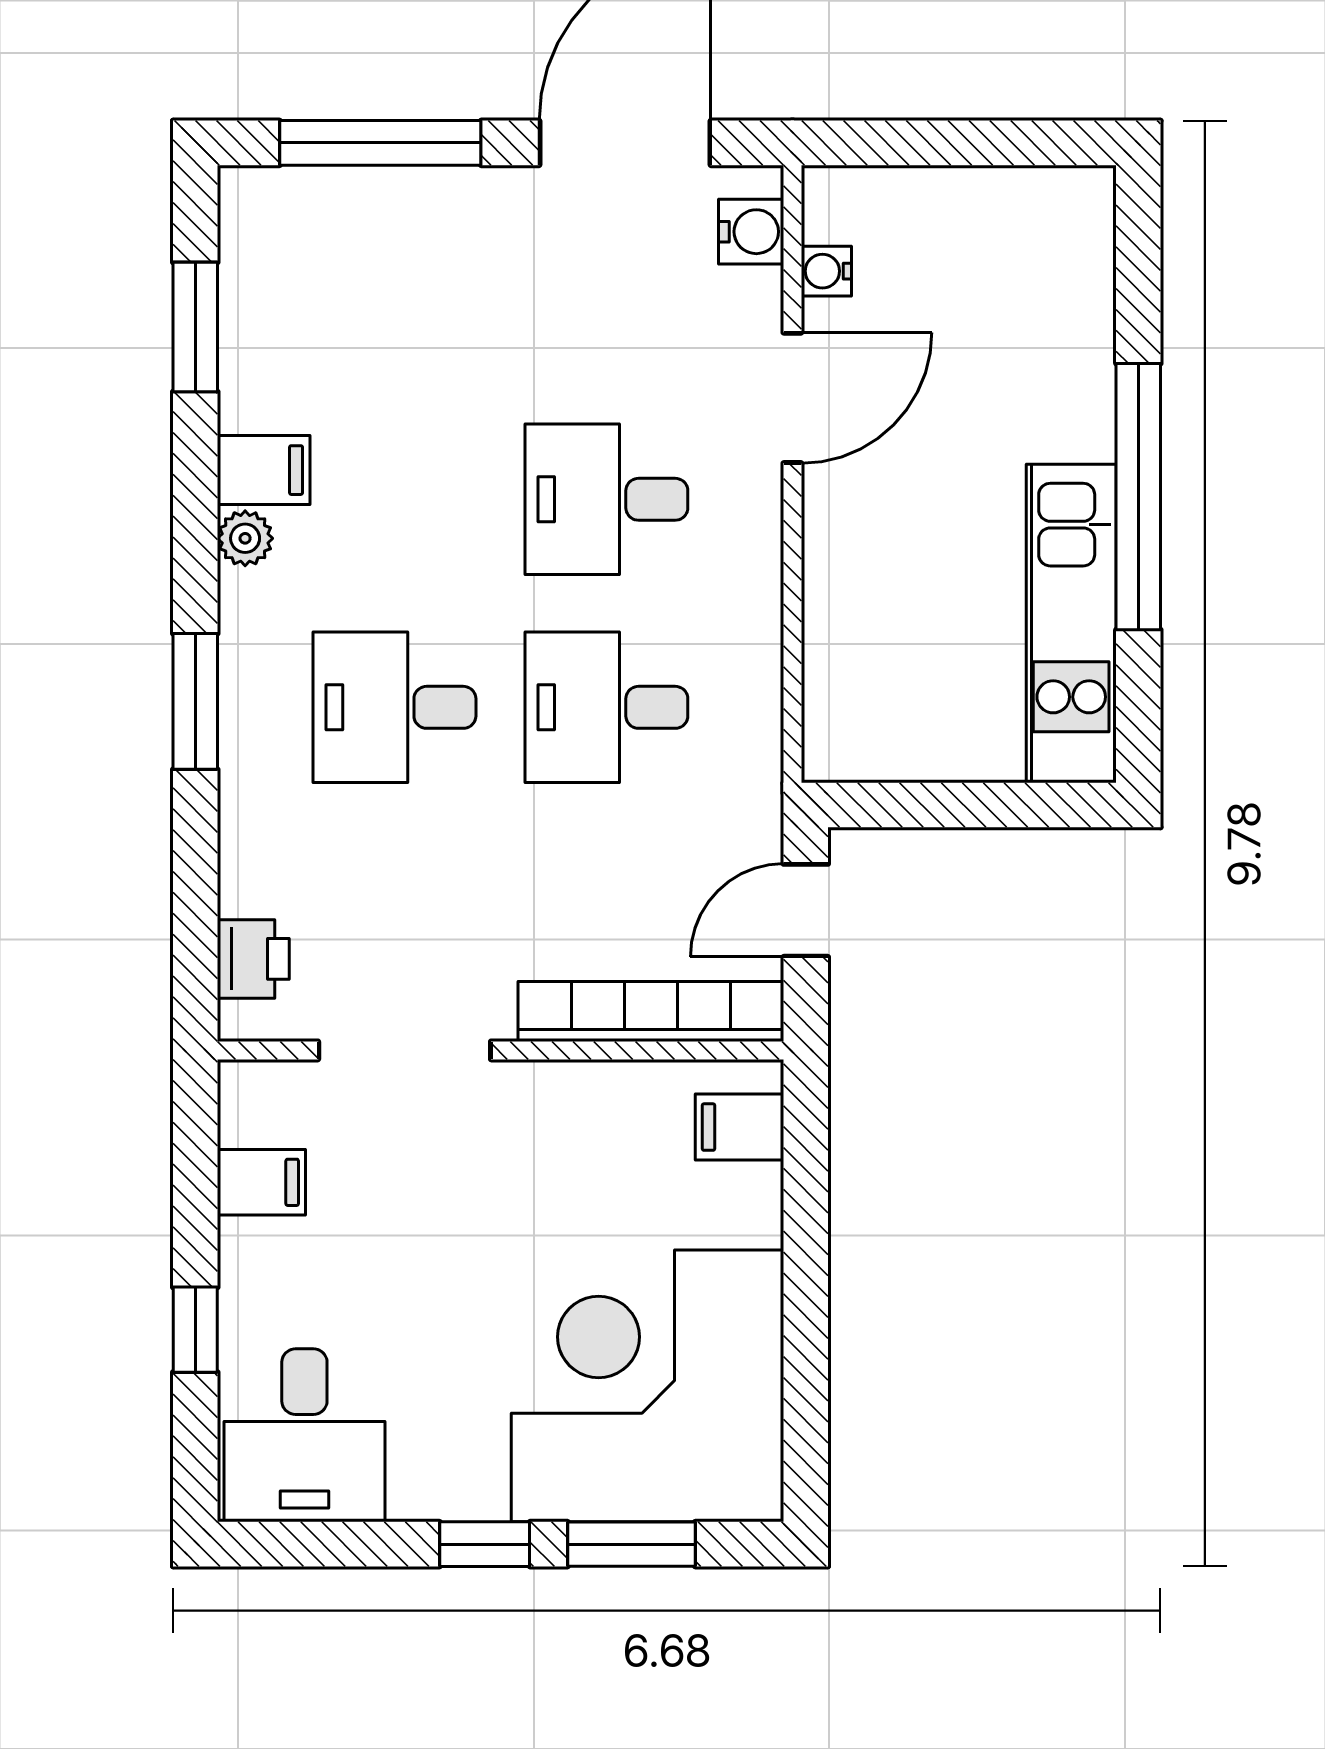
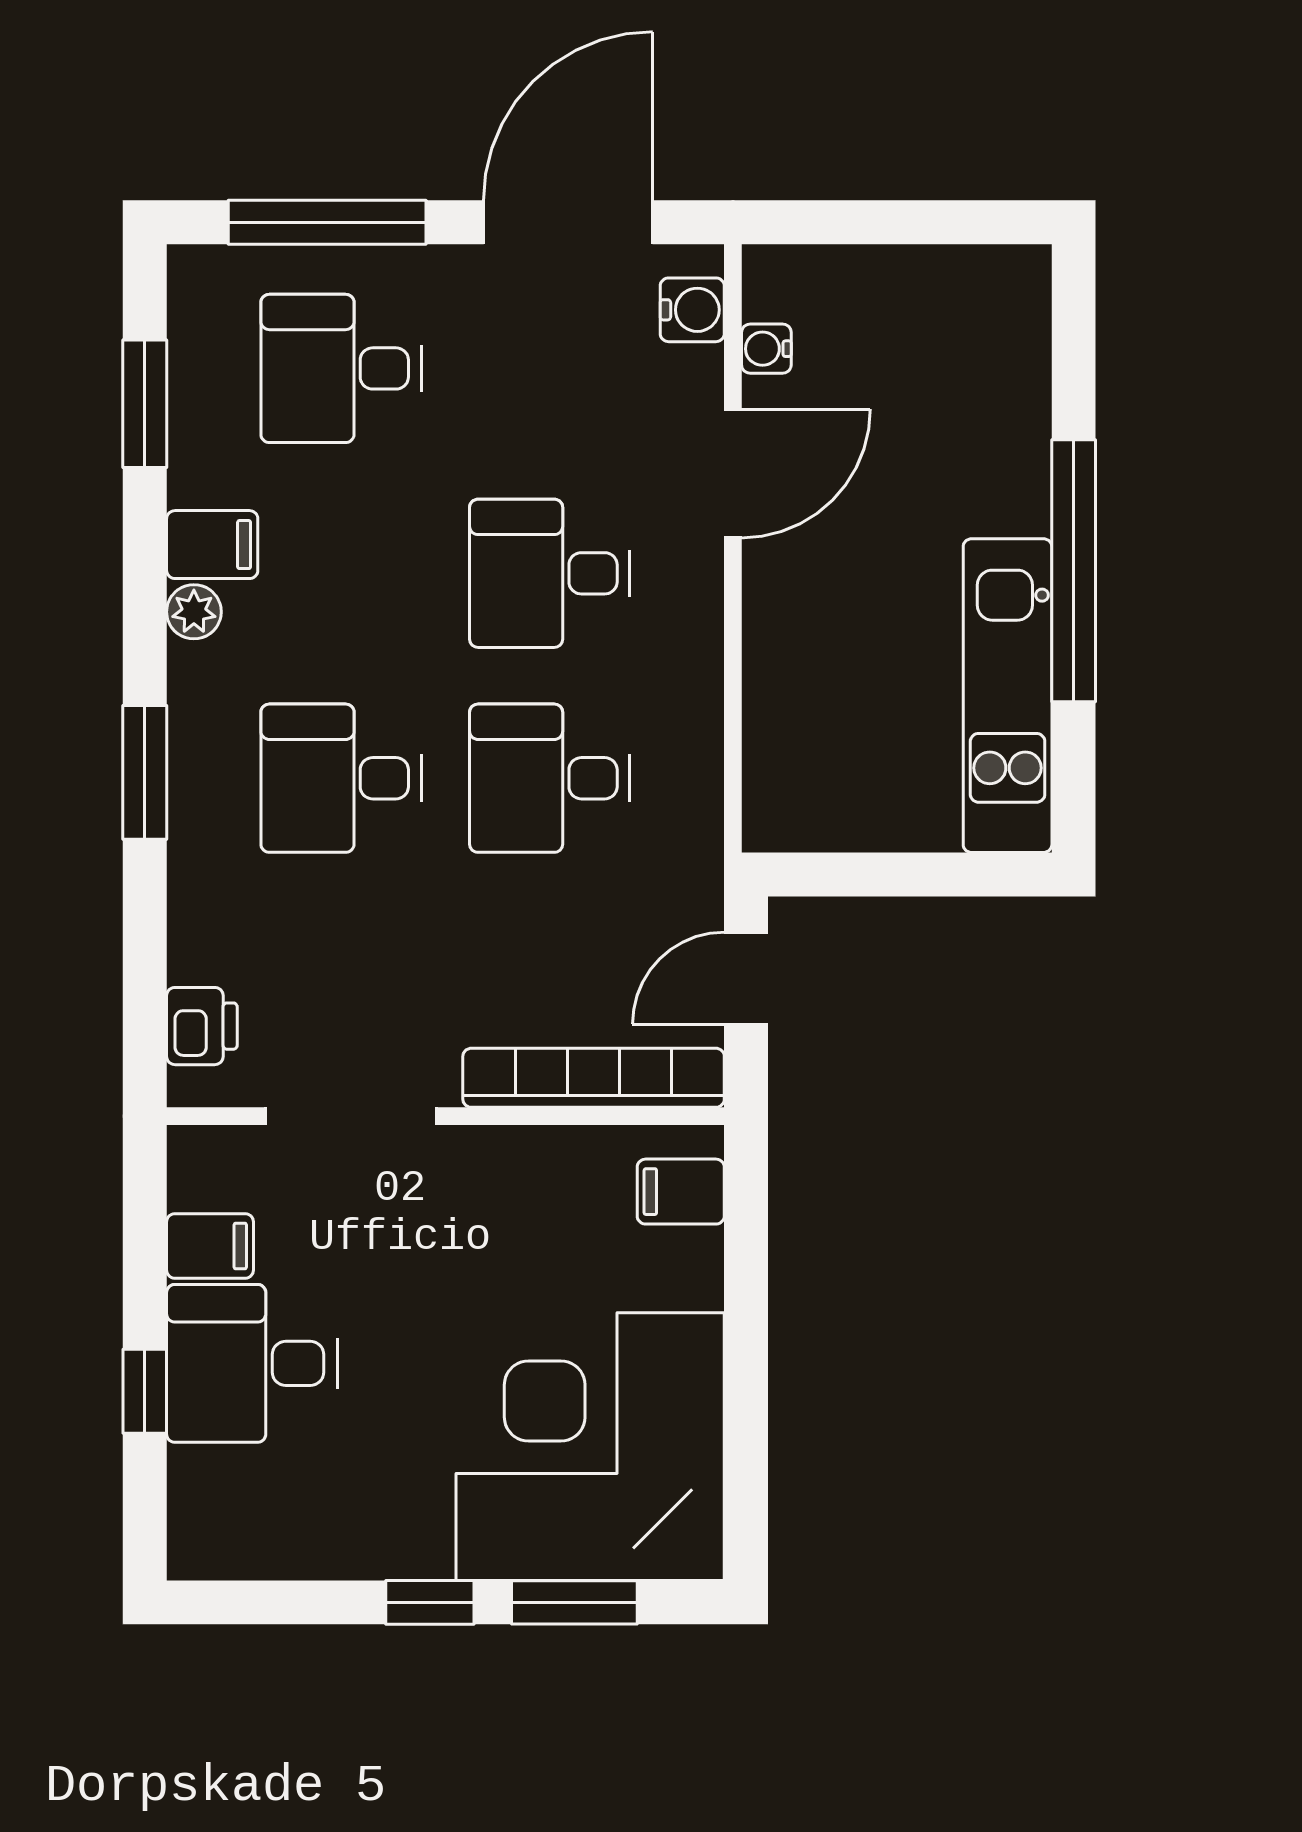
desk: (395, 291) -> (341, 368), added
desk: (304, 1435) -> (252, 1363), moved, turned 90

